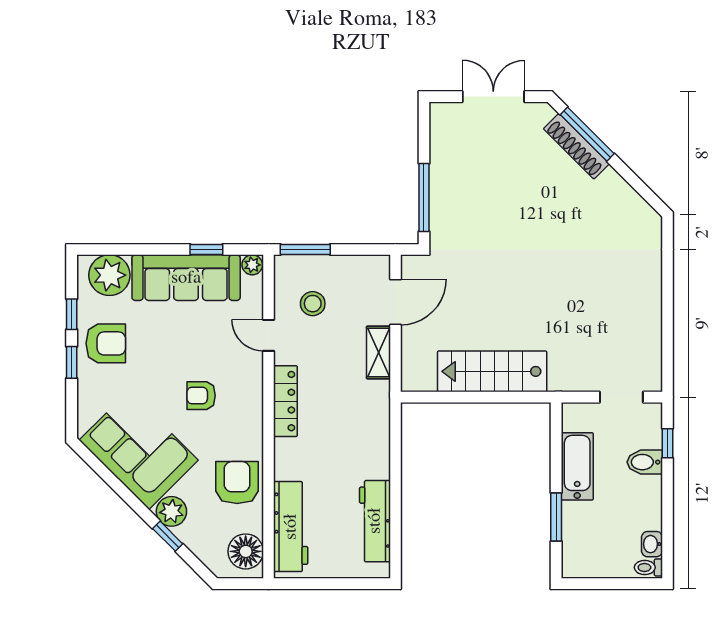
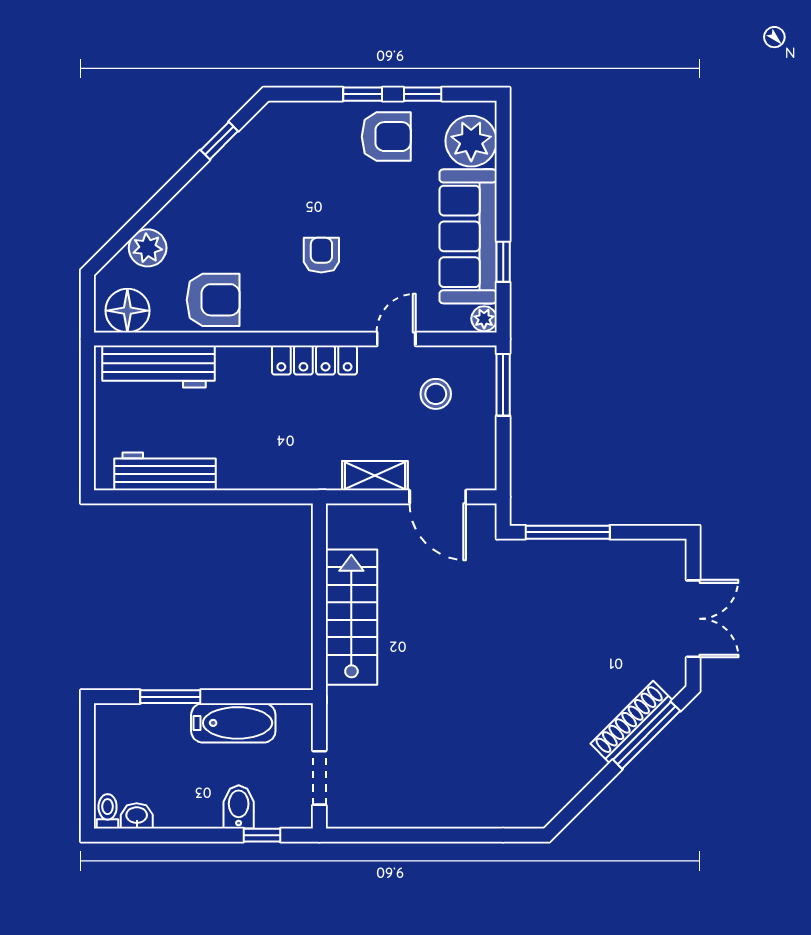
armchair: (106, 343) -> (386, 137), turned -90
corner sofa: (139, 450) -> (253, 178), removed
plant: (171, 511) -> (148, 248), moved
window: (168, 536) -> (219, 141), moved

